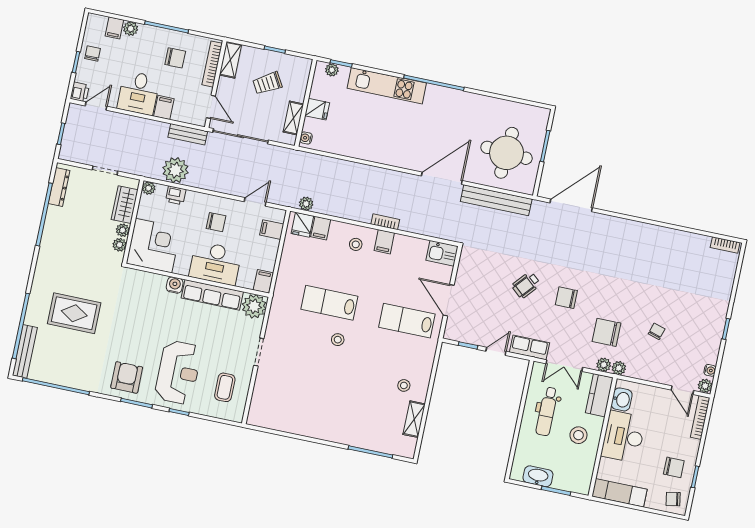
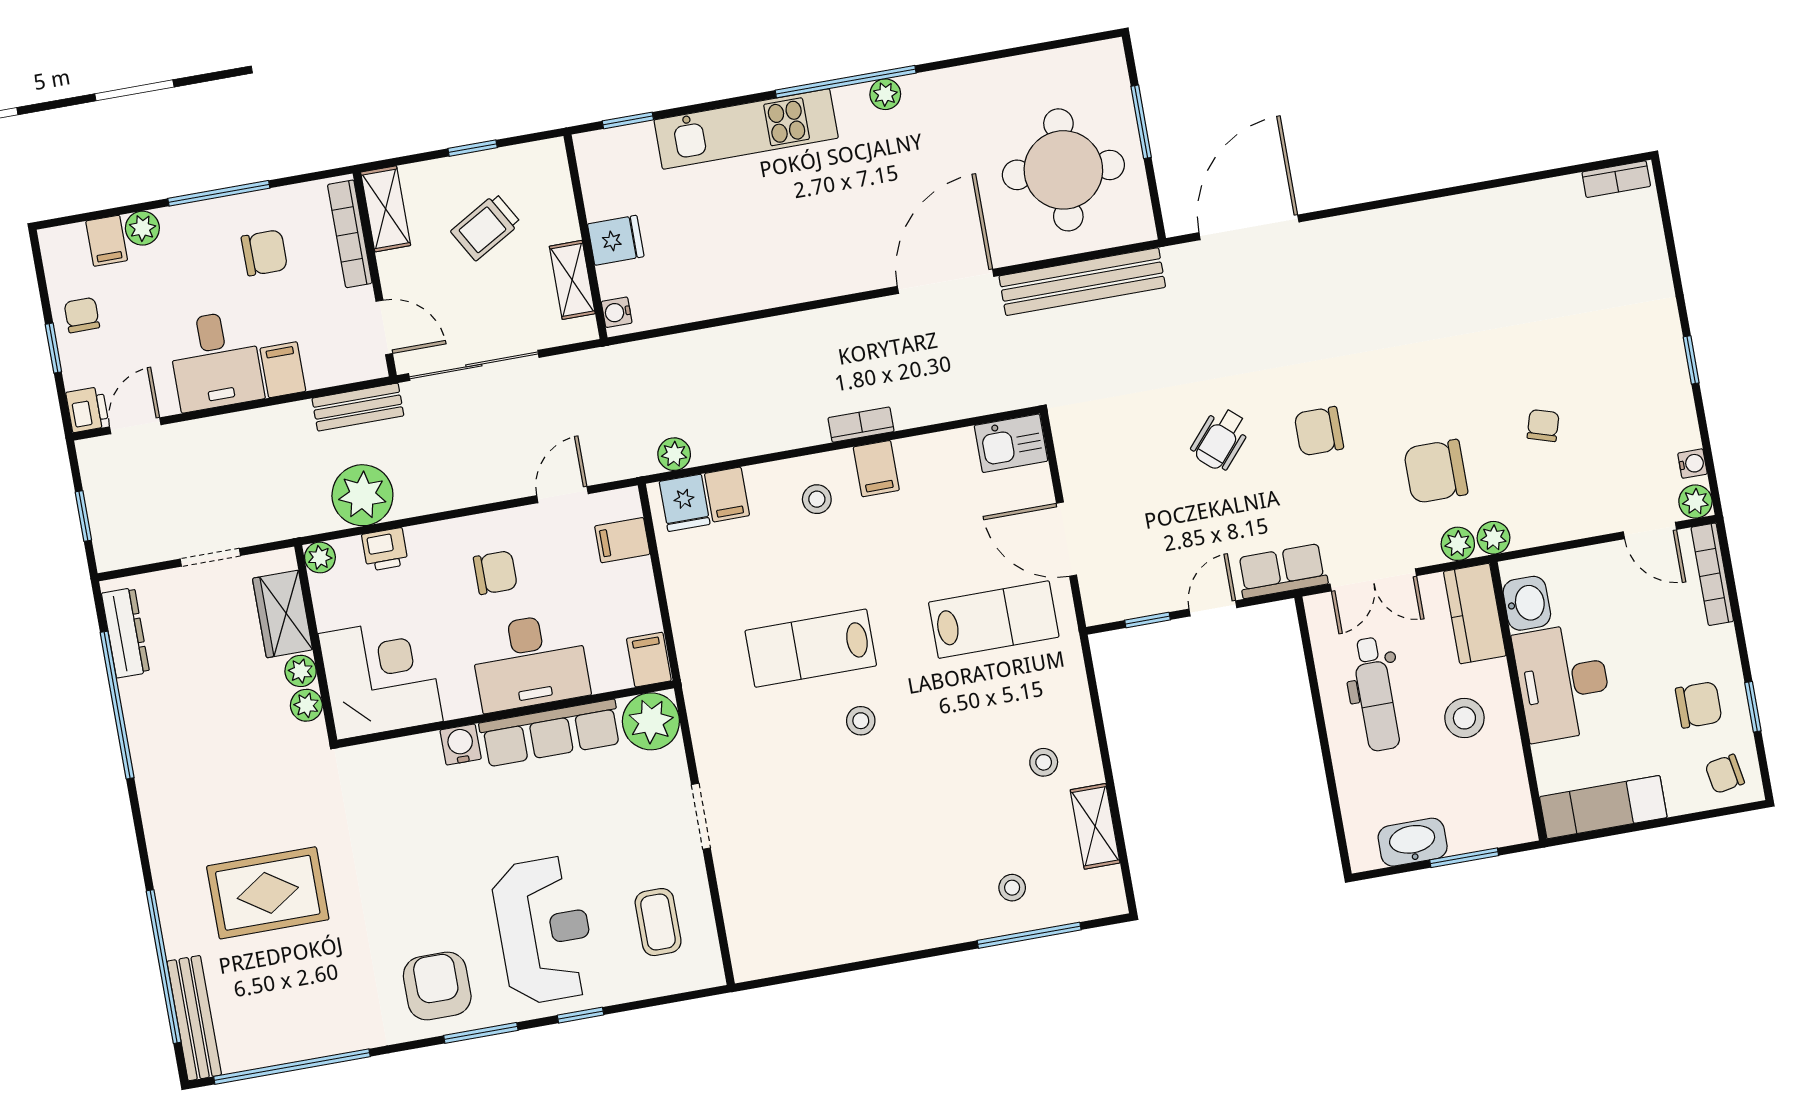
plant: (332, 70) -> (885, 94), moved
lab bench: (407, 321) -> (994, 620), turned 180
stool: (371, 430) -> (1012, 888), added

